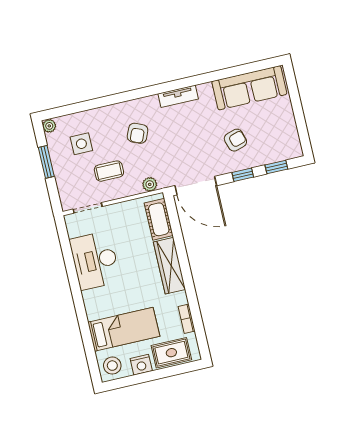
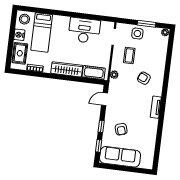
sofa: (249, 88) -> (120, 157), moved, turned 90
side table: (81, 144) -> (137, 34), moved
door: (196, 186) -> (104, 99), width x0.53

